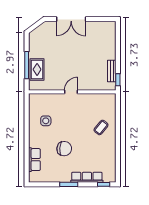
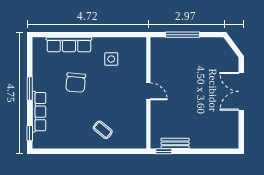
rug: (37, 69) -> (177, 48), removed
row of seats: (34, 160) -> (69, 44), width x1.48

